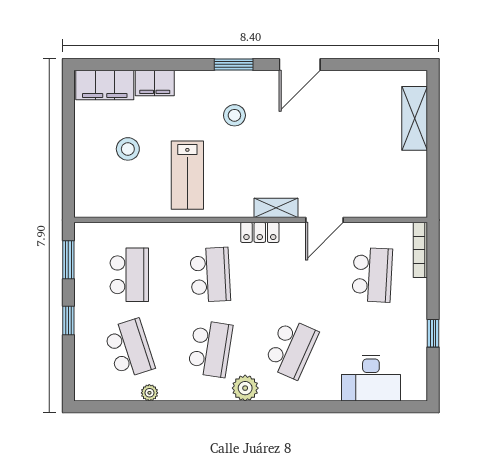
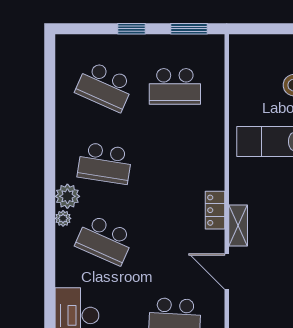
school desk: (210, 275) -> (175, 163), removed
school desk: (129, 349) -> (105, 86), turned 42
plant: (149, 393) -> (63, 218), moved

